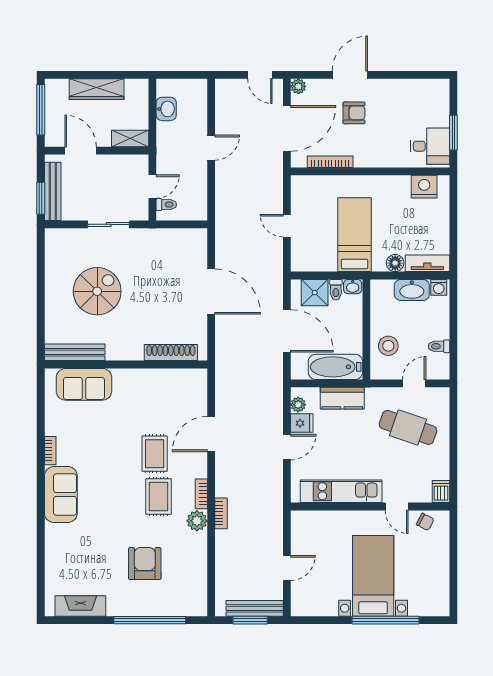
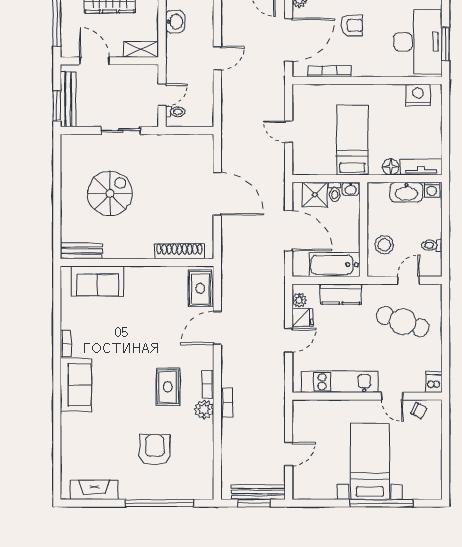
desk: (430, 146) -> (418, 42), width x1.87, depth x1.30
bench: (75, 352) -> (81, 251), width x0.73
rug: (155, 454) -> (200, 288), moved

